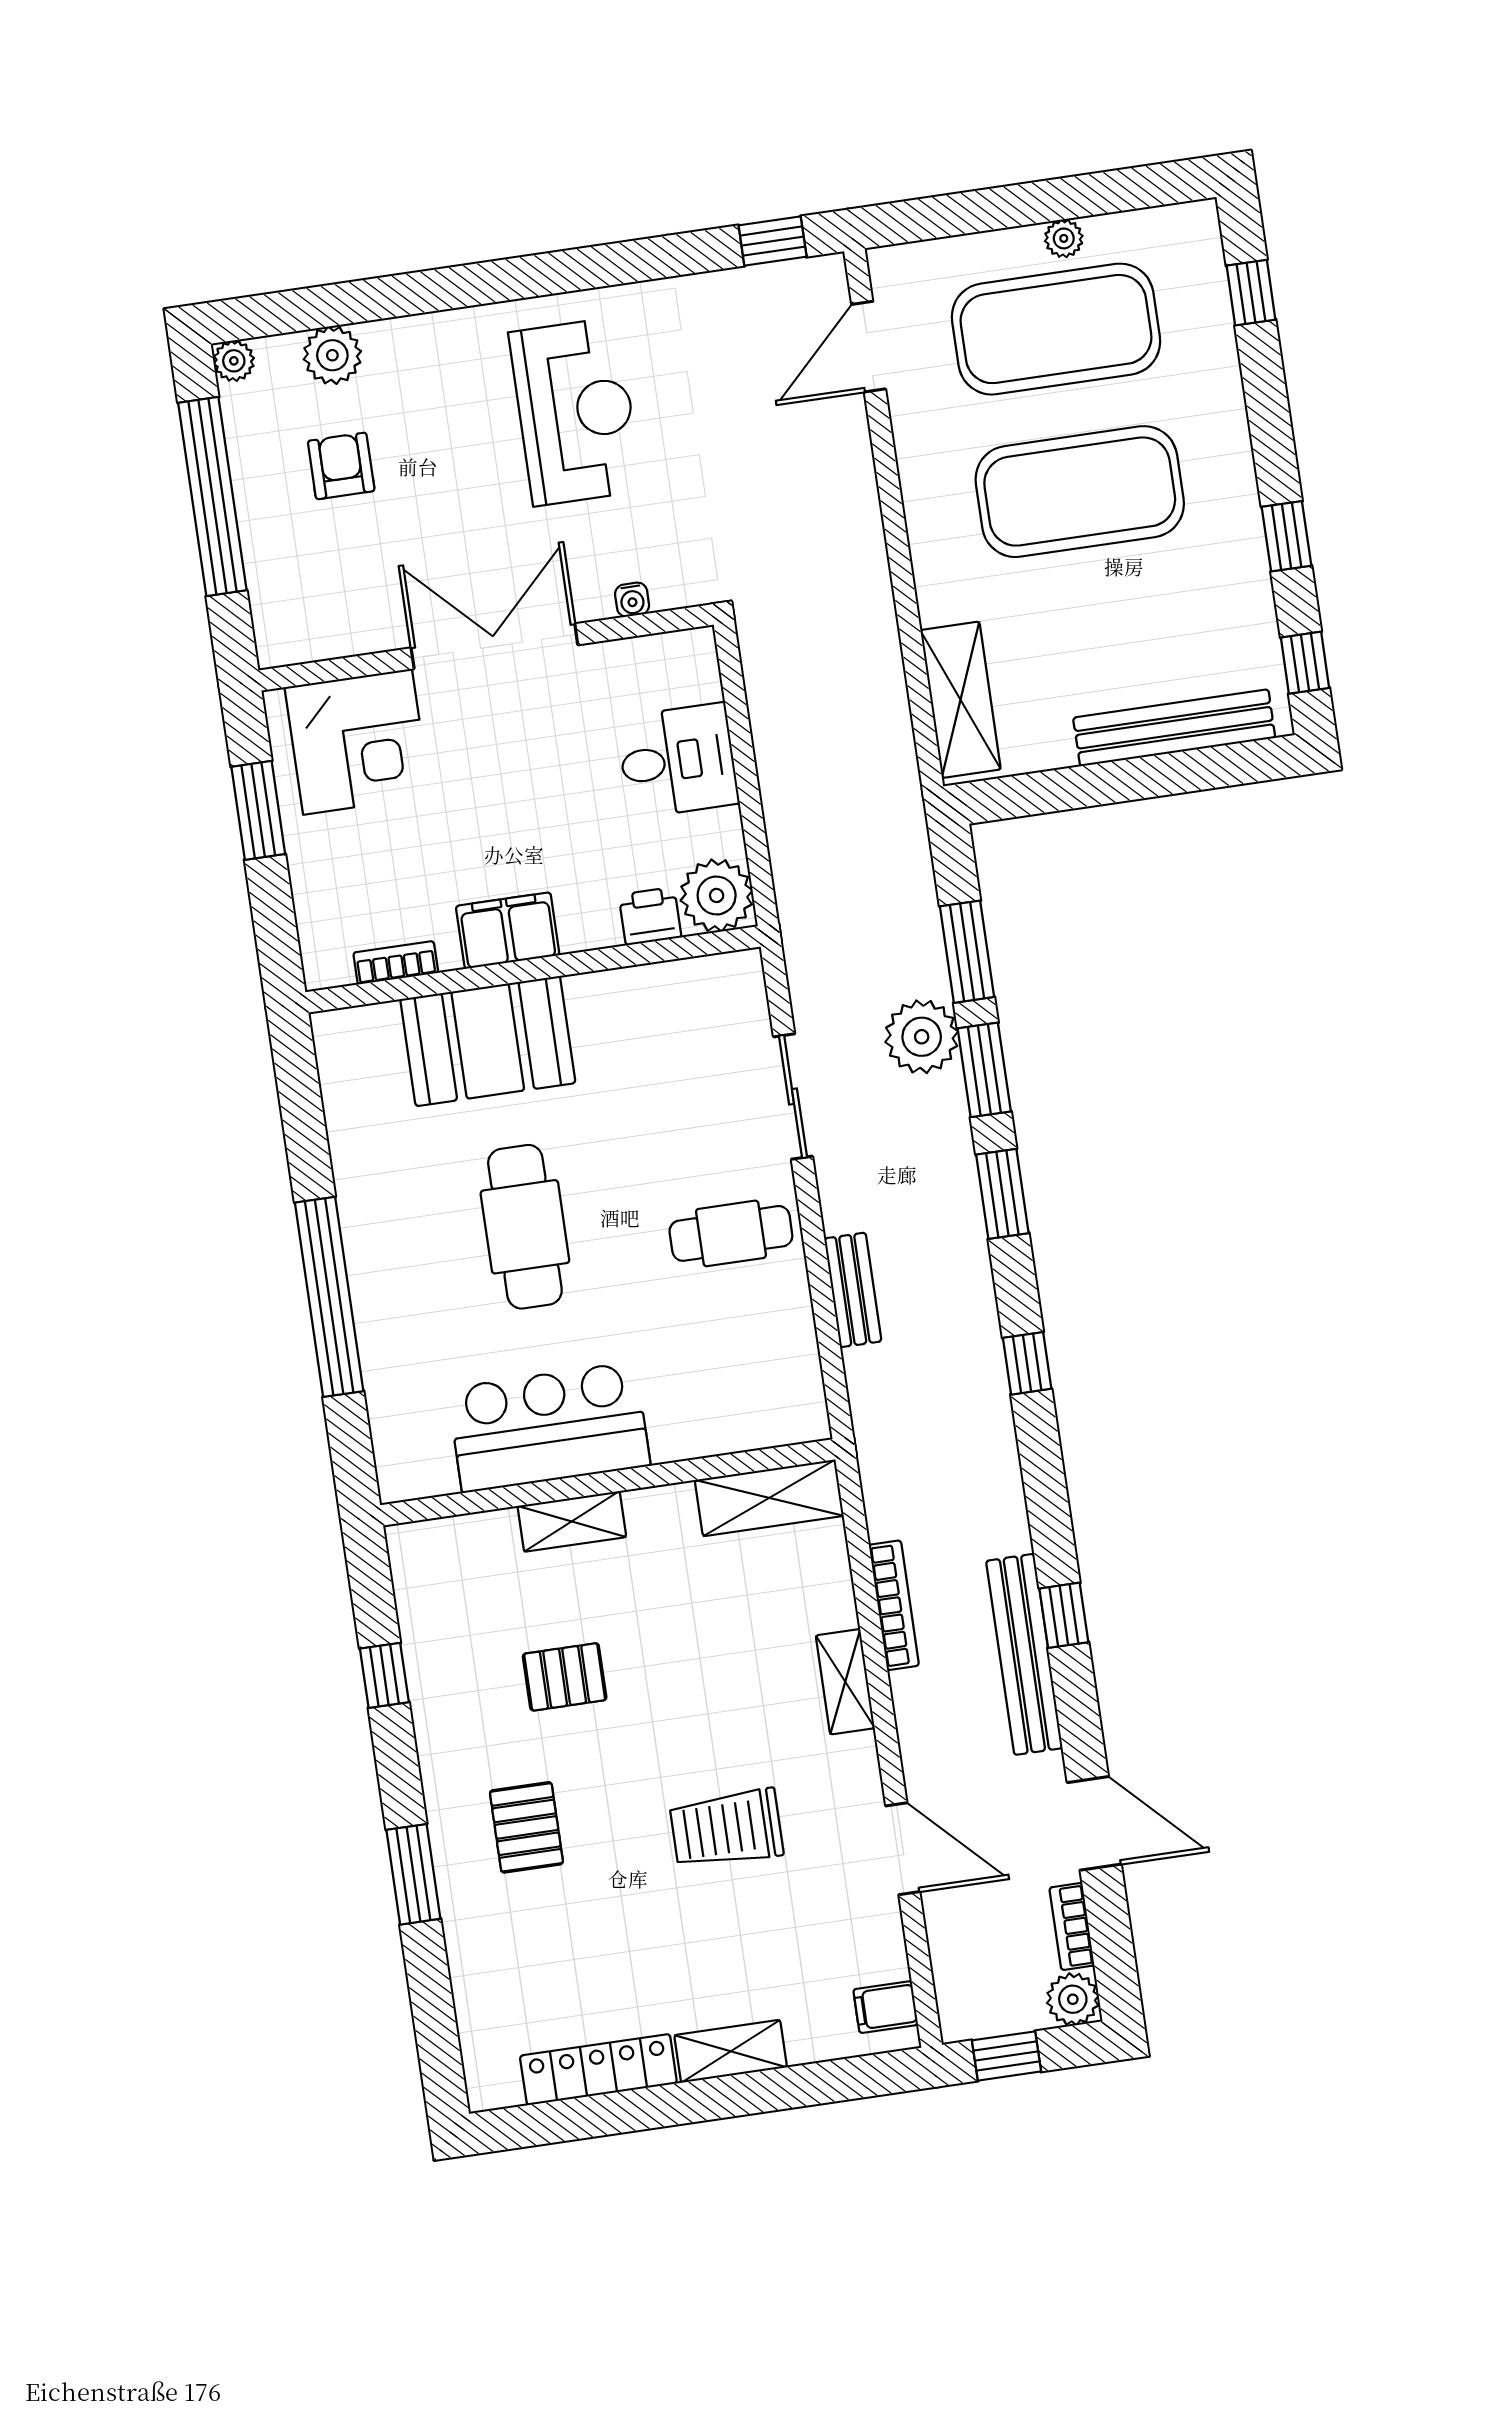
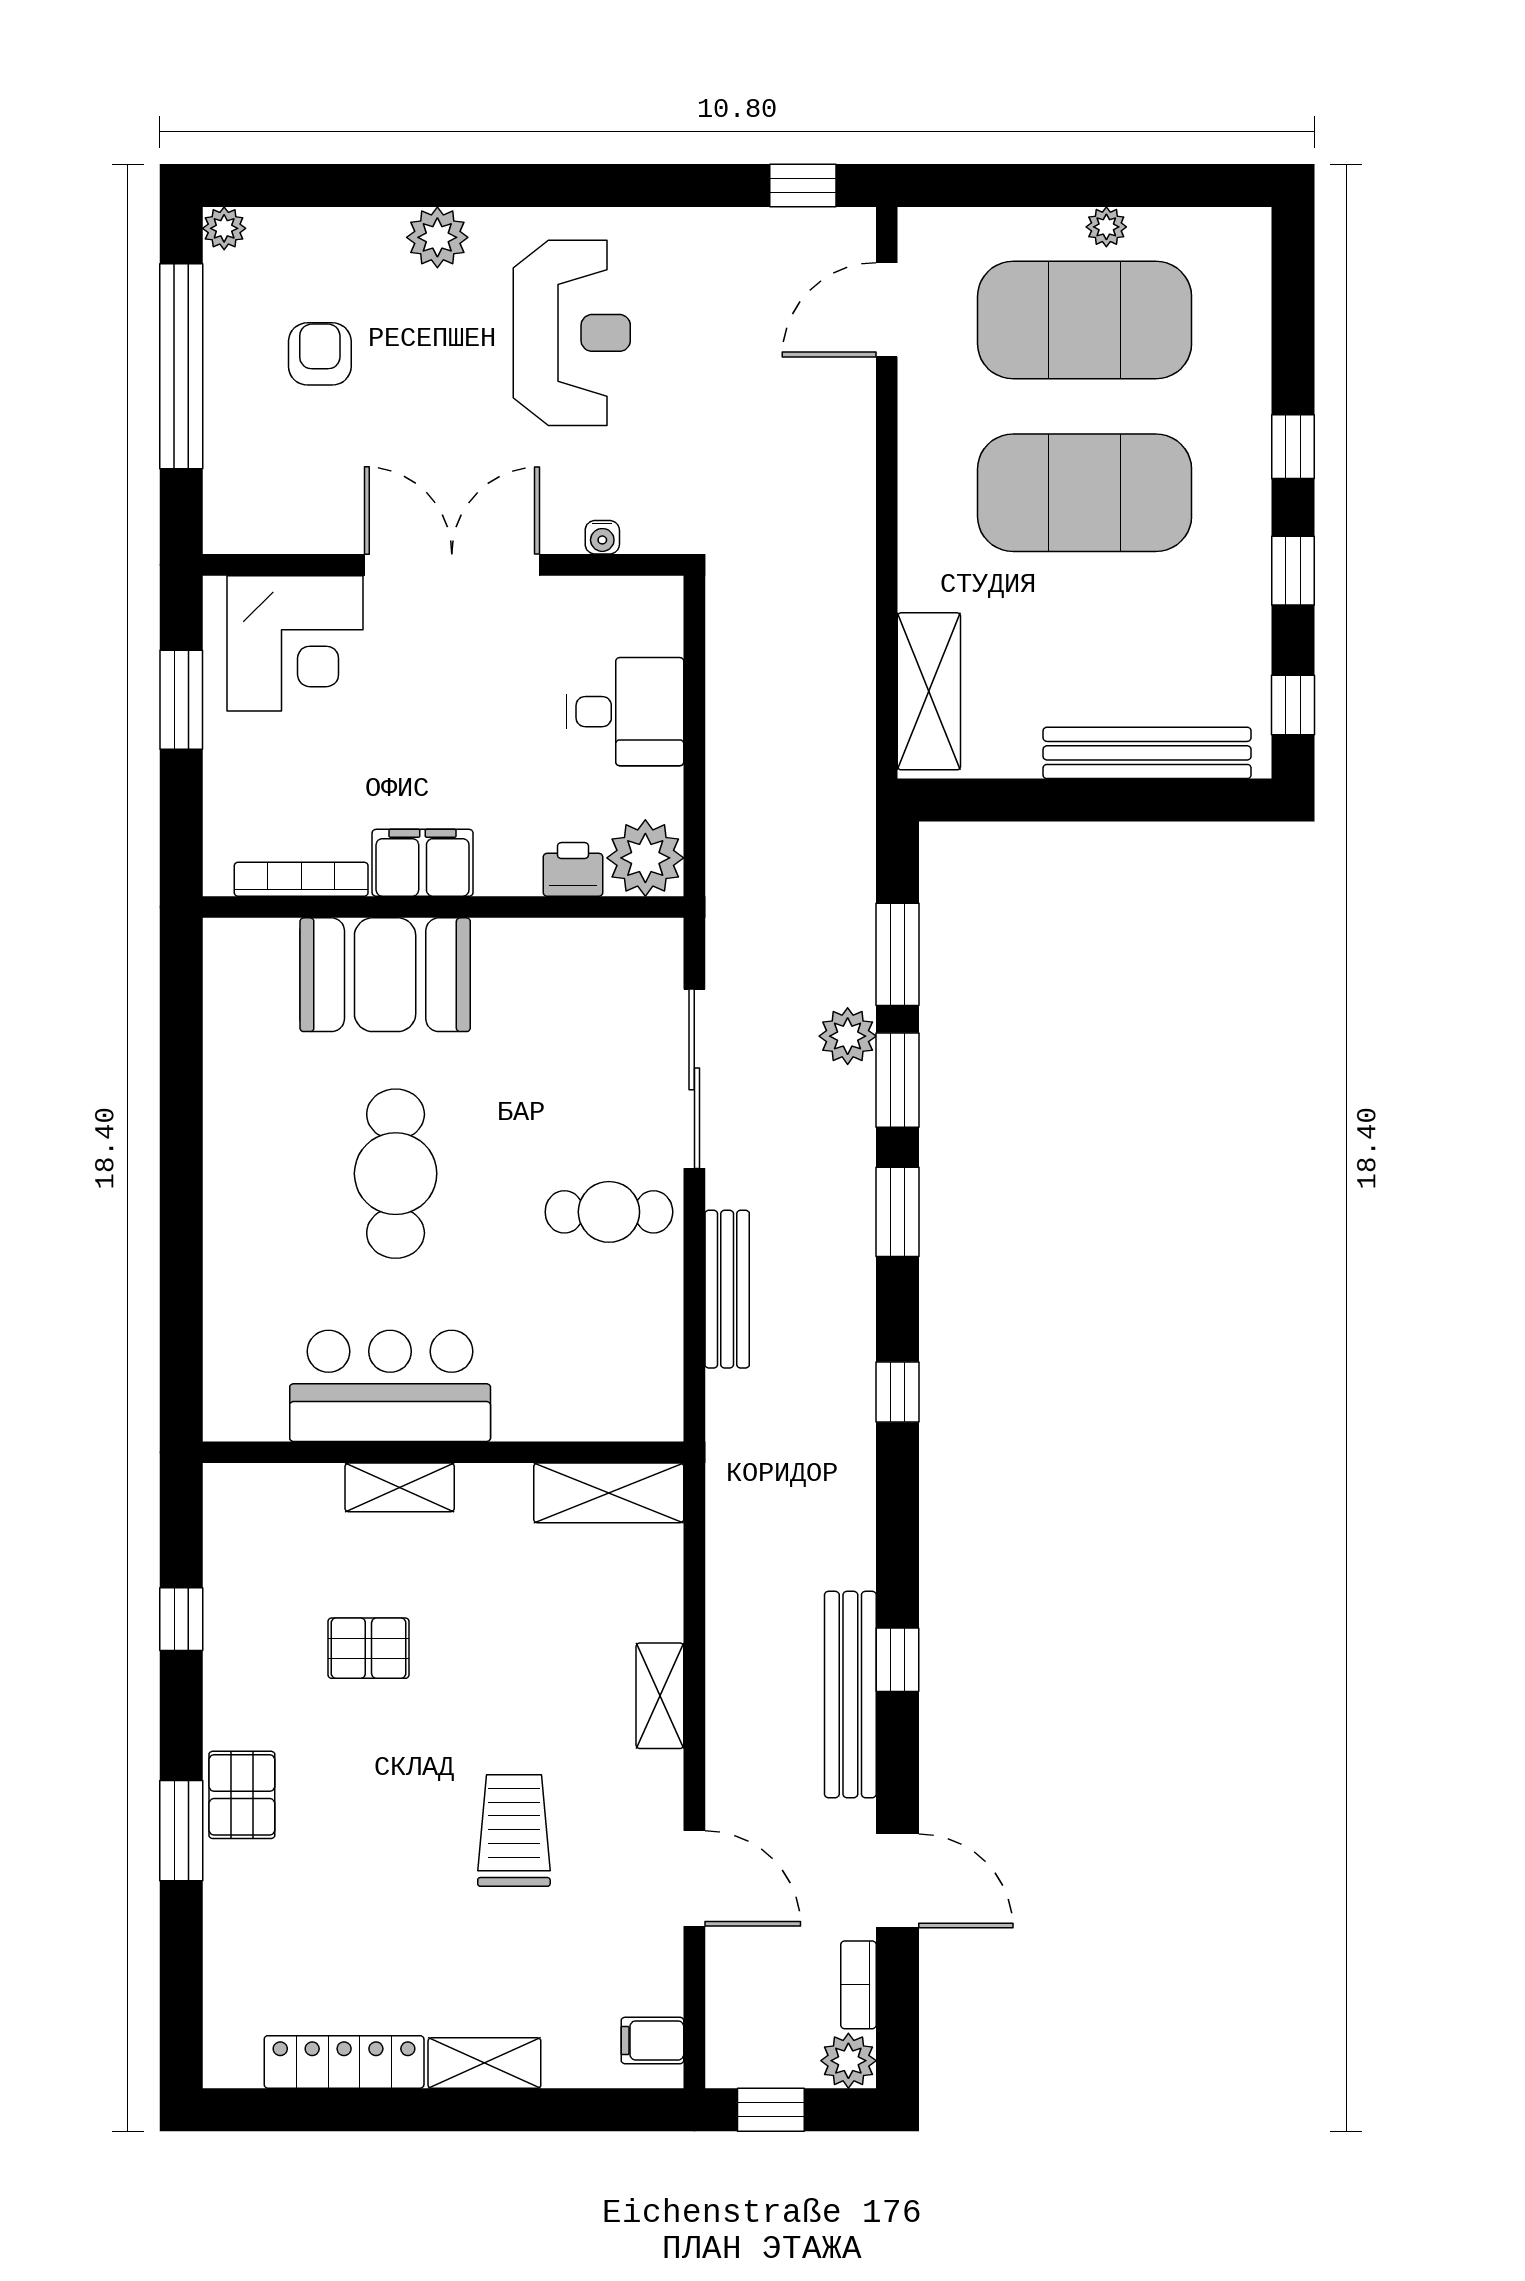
window: (1251, 293) -> (1293, 447), moved
plant: (332, 355) -> (437, 237), moved
bookcase: (396, 963) -> (301, 879), width x1.56
plant: (922, 1037) -> (848, 1036), width x0.73, depth x0.73
sliding door: (793, 1097) -> (694, 1079), width x1.37
bench: (853, 1290) -> (727, 1289), width x1.36
window: (329, 1297) -> (181, 1217), removed
bookcase: (894, 1605) -> (722, 1624), removed
pallet: (526, 1827) -> (242, 1795), moved
trolley: (726, 1829) -> (514, 1831), turned 90

